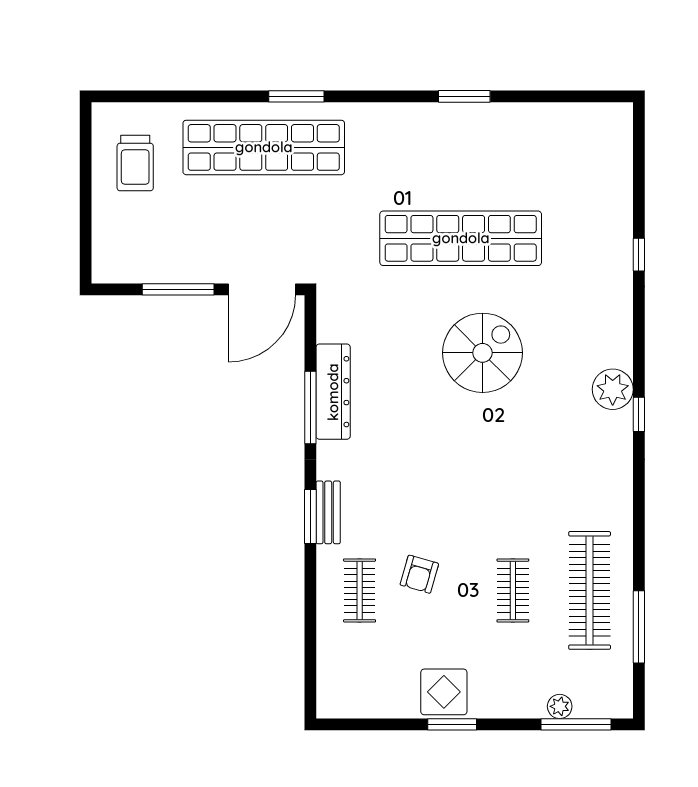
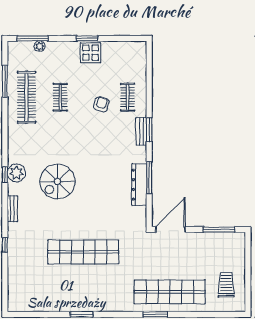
window: (178, 289) -> (219, 229), moved
bench: (622, 337) -> (12, 209), added
spiral stairs: (482, 353) -> (57, 181), moved
plant: (613, 389) -> (16, 173), moved

